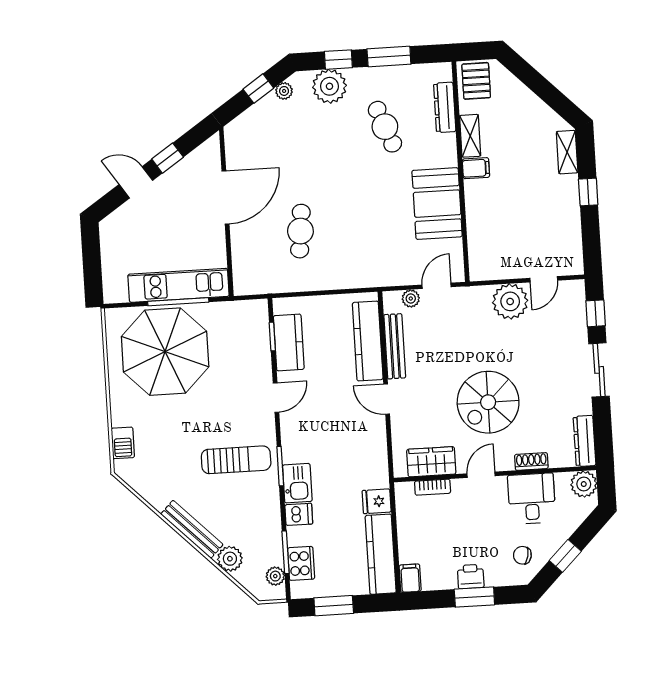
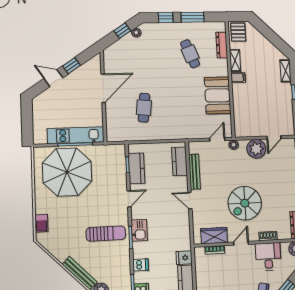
plant: (329, 86) -> (161, 31), removed
plant: (411, 298) -> (234, 145), moved
kitchen counter: (368, 341) -> (180, 161), width x0.67
kitchen sink: (297, 483) -> (139, 230), moved

